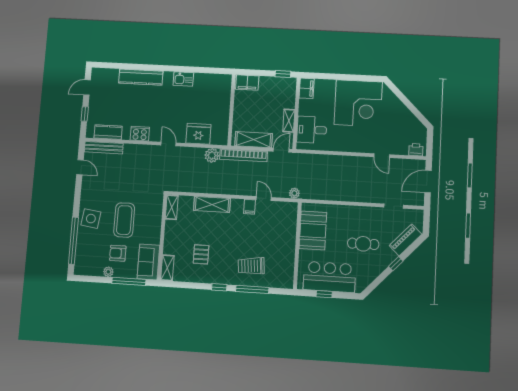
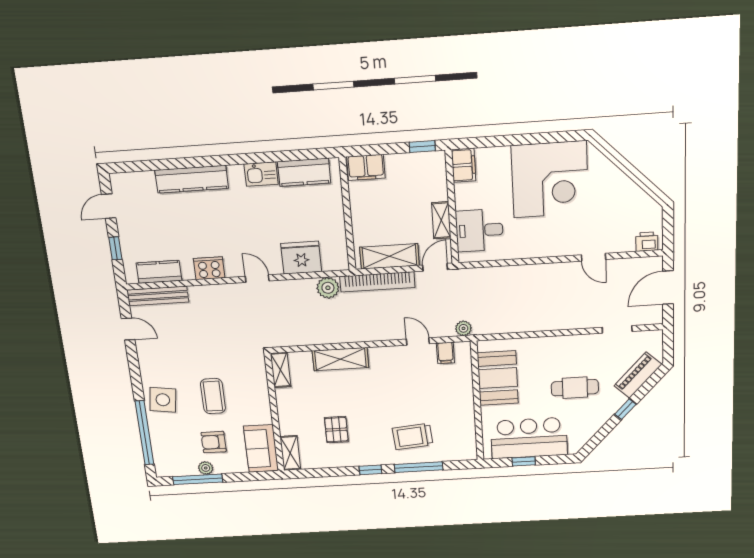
kitchen counter: (209, 81) -> (304, 172), added
filing cabinet: (249, 207) -> (445, 353), moved
coffee table: (124, 220) -> (213, 396), width x0.73, depth x0.76
window: (129, 281) -> (198, 479), moved

